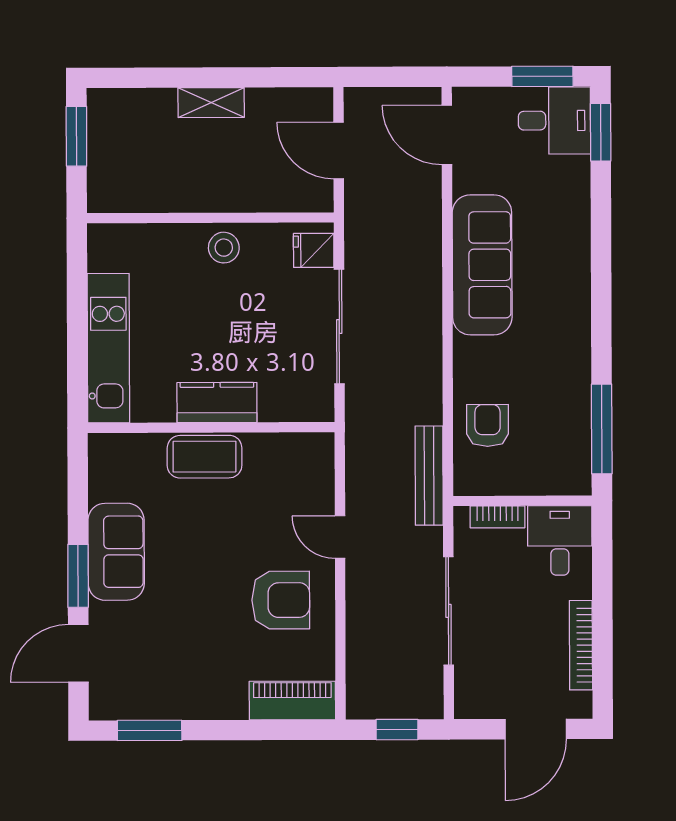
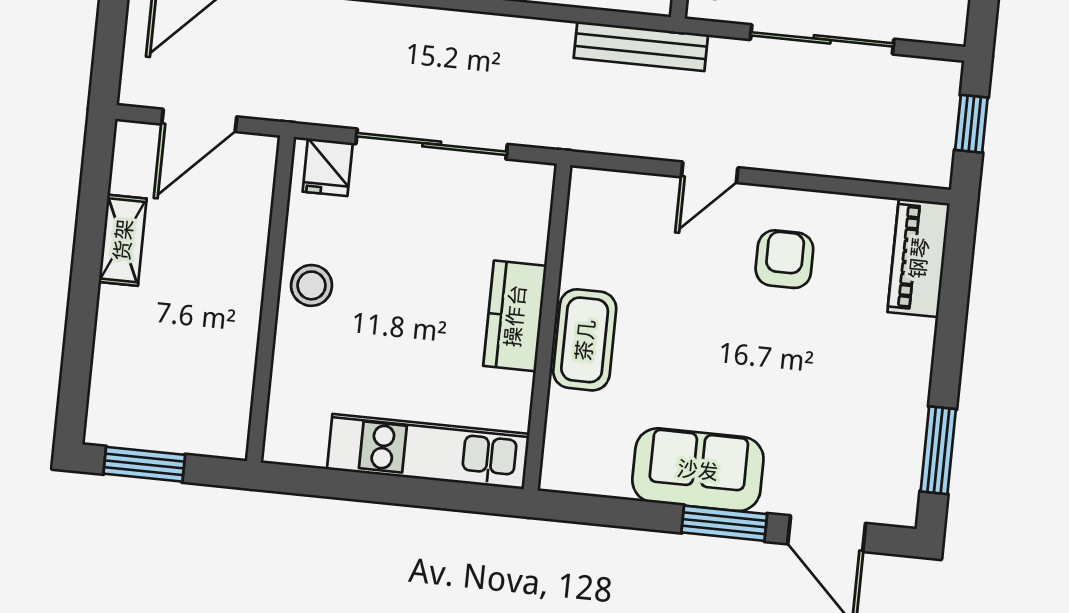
shelving: (211, 103) -> (123, 240), moved
armchair: (281, 600) -> (784, 259), width x0.72, depth x0.72

